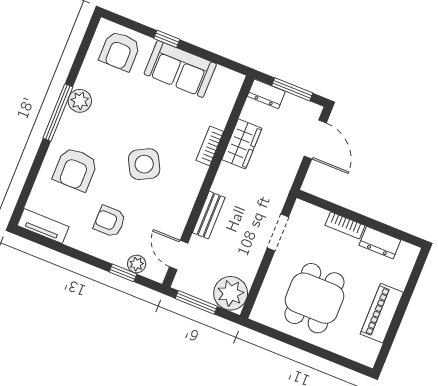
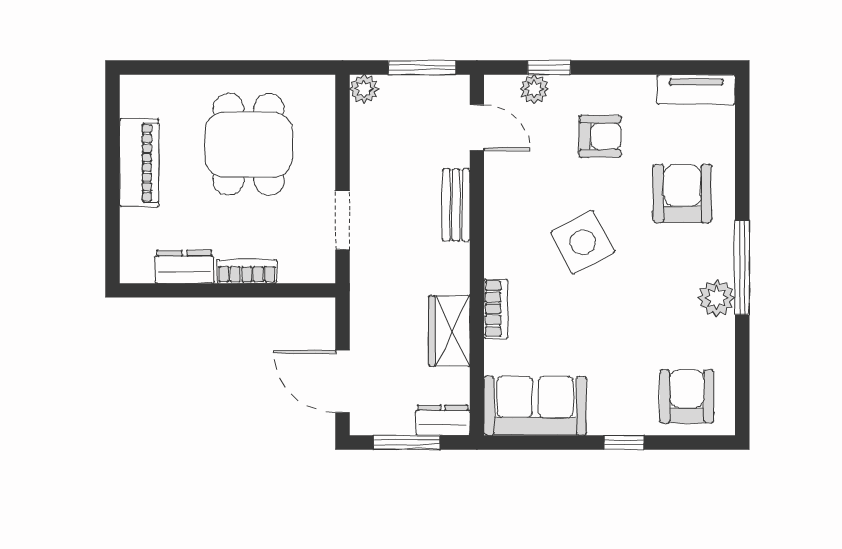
sofa: (180, 69) -> (535, 406), moved
plant: (231, 293) -> (364, 89), width x0.53, depth x0.53

